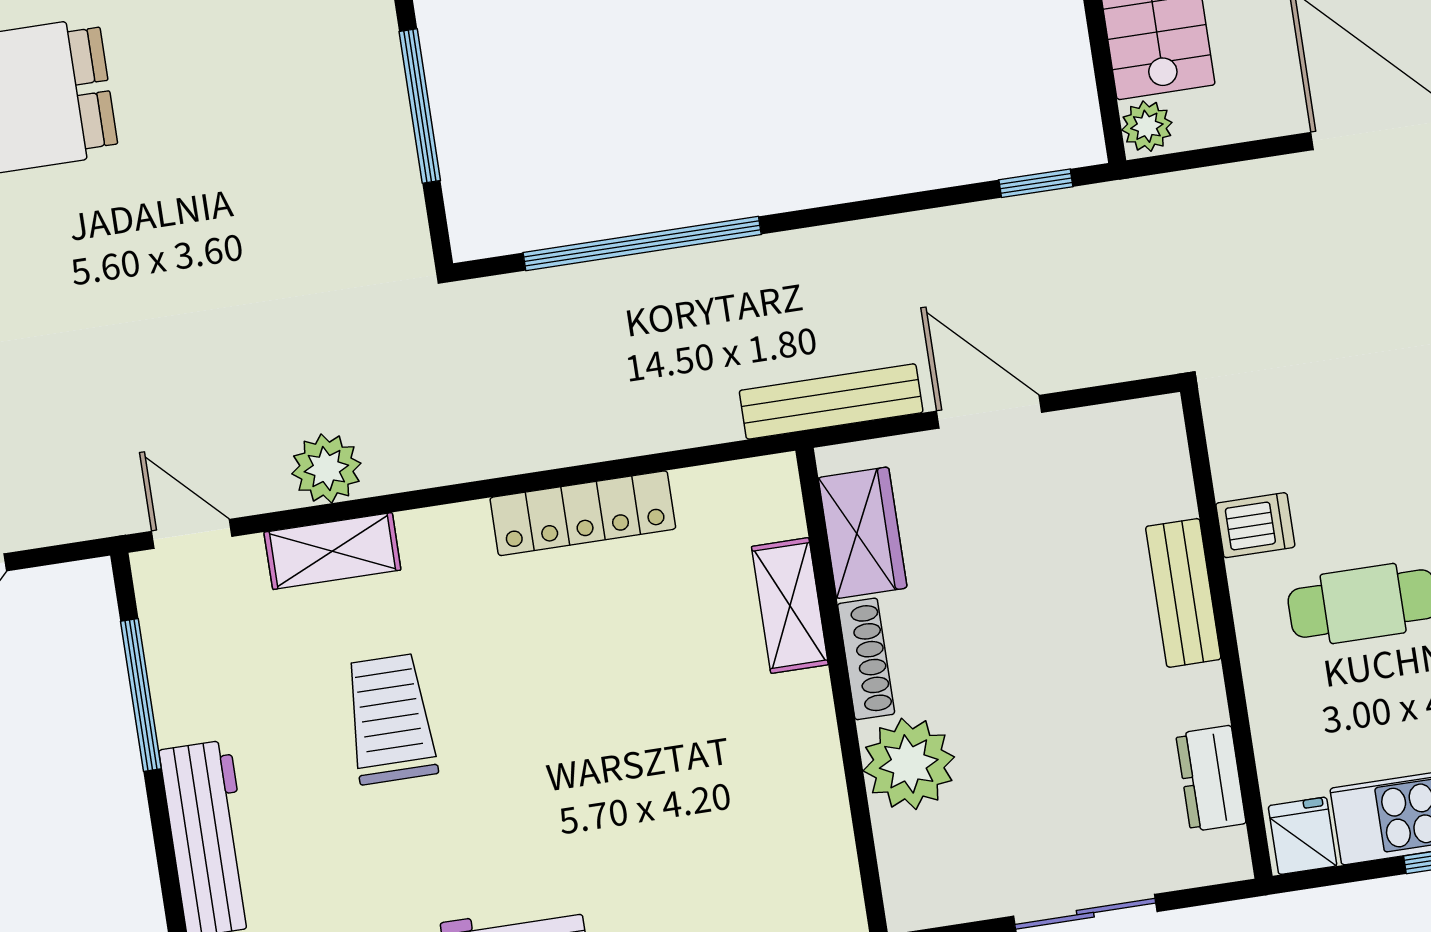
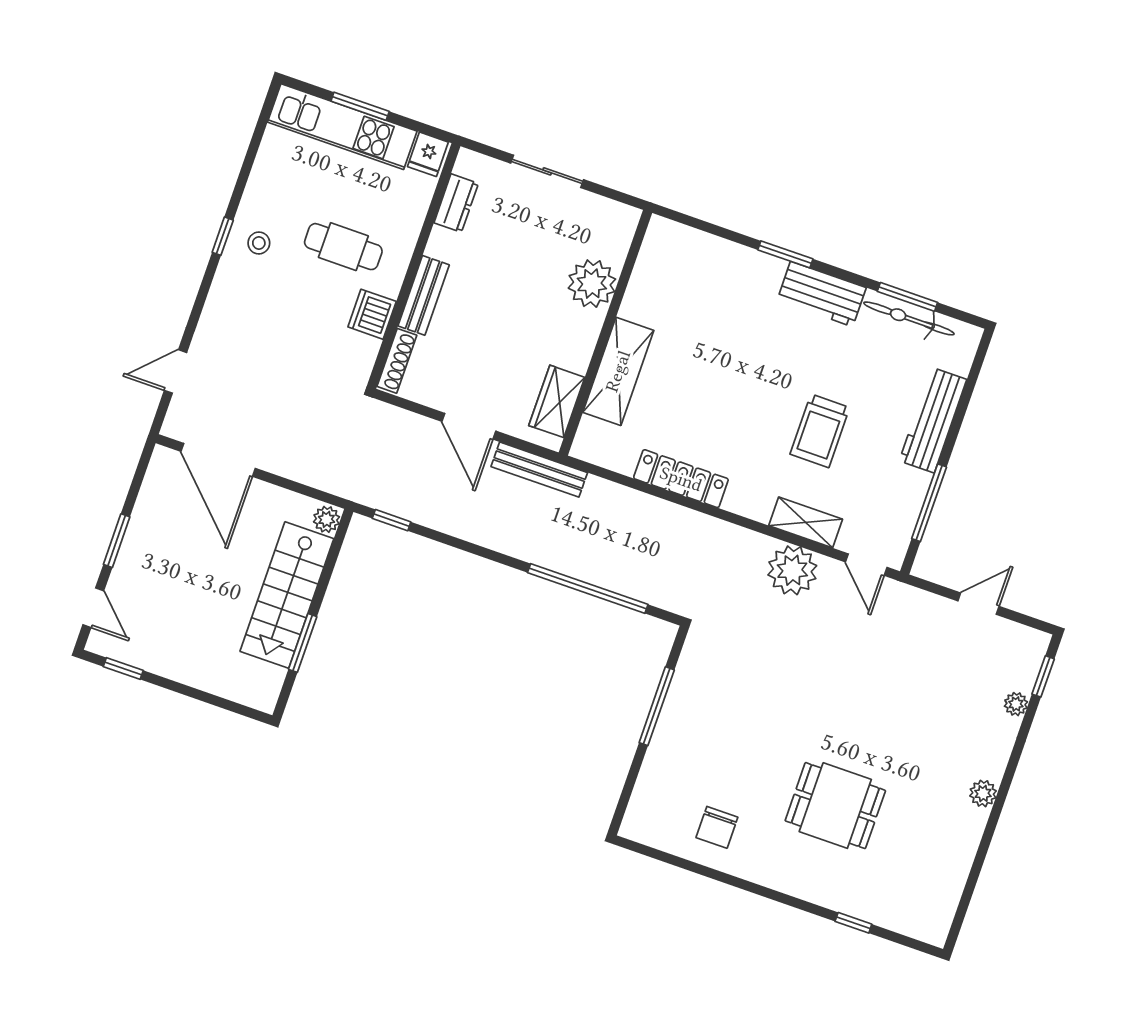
plant: (326, 469) -> (792, 570), width x1.36, depth x1.36
dishwasher: (1255, 525) -> (372, 314), width x1.38
shelving: (790, 606) -> (618, 371), width x1.50, depth x1.33
shoe rack: (866, 659) -> (397, 361), moved, turned 180

